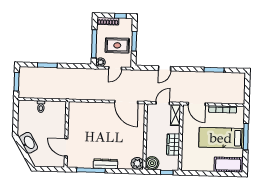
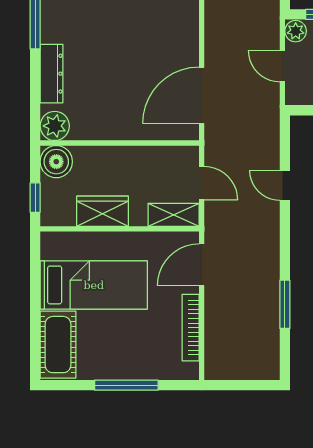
bed: (221, 138) -> (94, 285), moved, turned 90
dresser: (105, 164) -> (52, 74), moved

